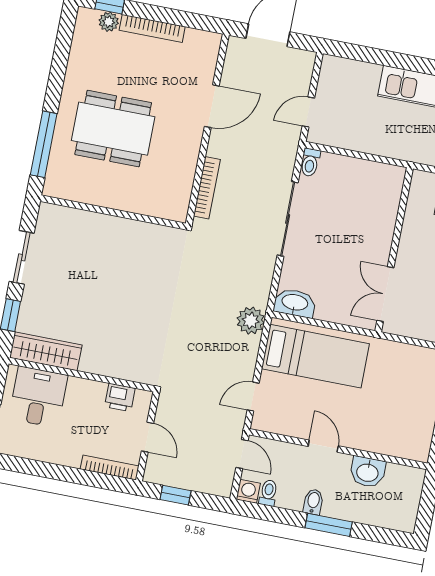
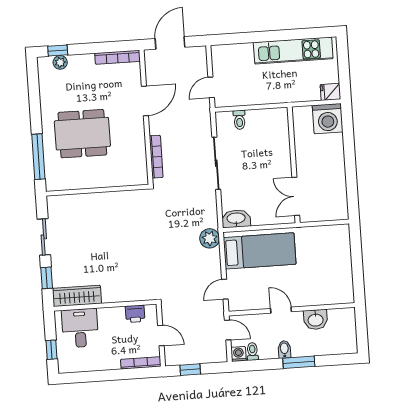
bookcase: (152, 28) -> (117, 57), moved
toilet: (310, 162) -> (239, 120), moved

